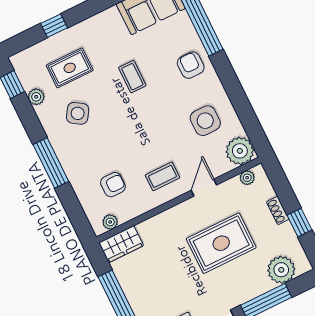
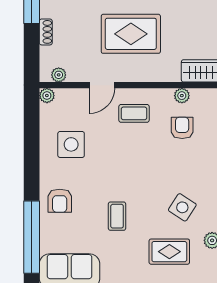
plant: (240, 151) -> (47, 96), width x0.53, depth x0.53
armchair: (113, 185) -> (182, 128), turned 90
plant: (110, 222) -> (182, 96), moved
rug: (221, 243) -> (131, 34), moved

